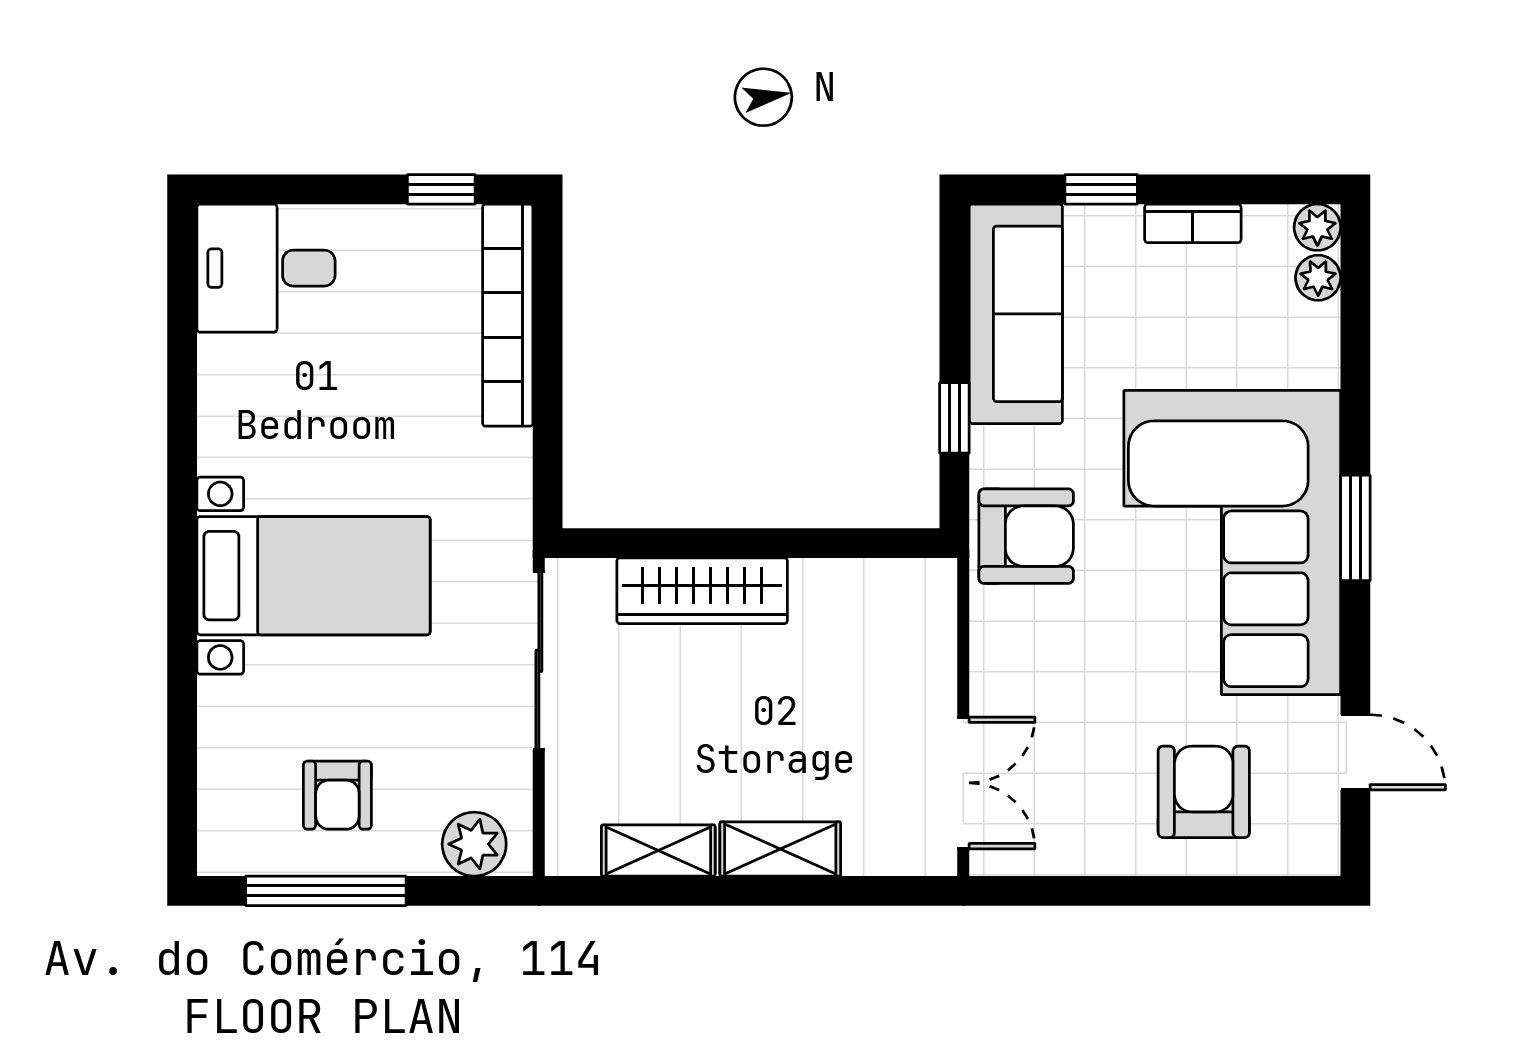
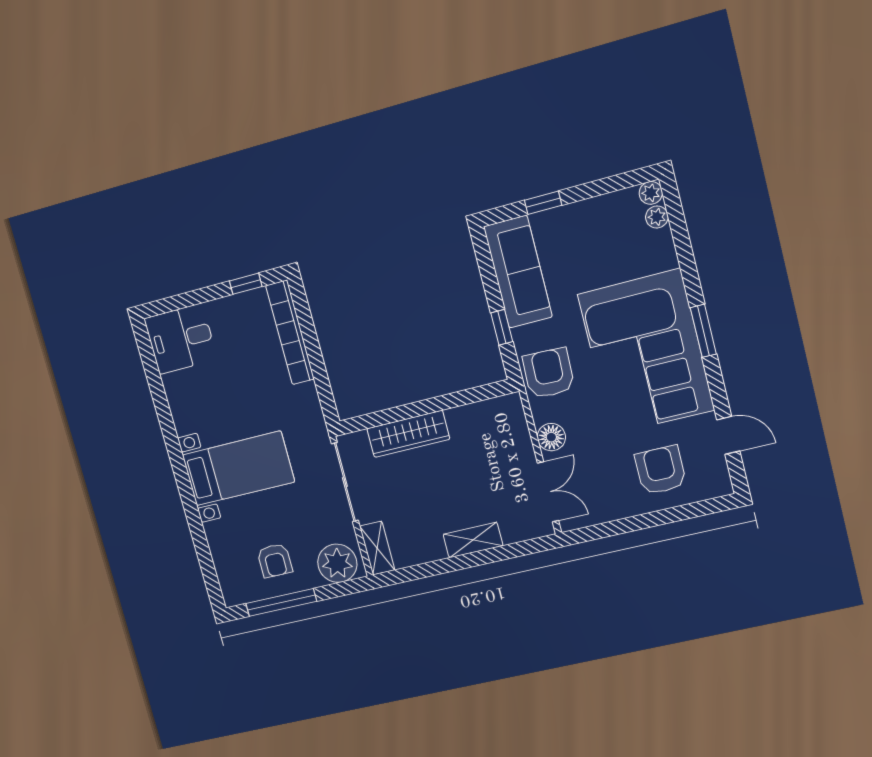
bookcase: (1193, 223) -> (591, 207), removed
armchair: (1026, 536) -> (549, 373), turned -88
floor lamp: (999, 670) -> (551, 437), added
plant: (474, 844) -> (337, 563), width x1.36, depth x1.36
shelving: (658, 851) -> (377, 548), moved, turned 90

